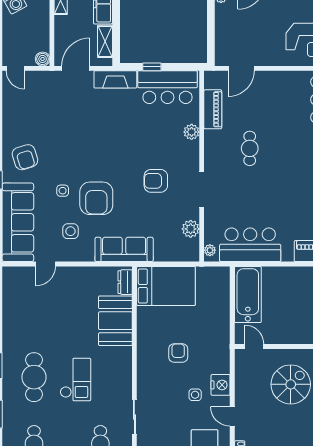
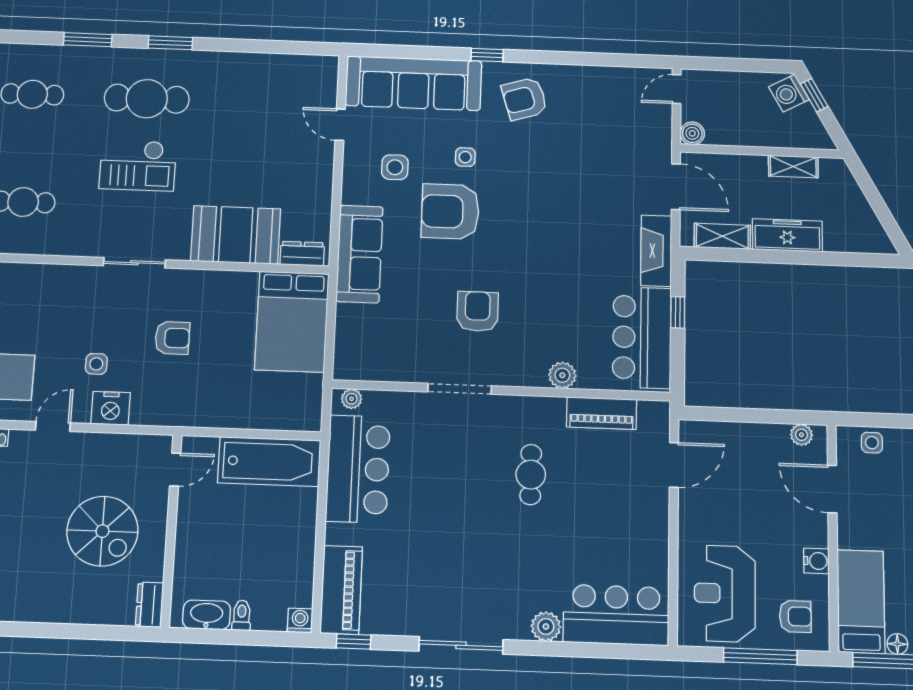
door: (241, 68) -> (674, 465), swing flipped
cafe table: (250, 148) -> (531, 475), turned 90
plant: (191, 229) -> (391, 367), removed
sliding door: (134, 417) -> (134, 263), moved

